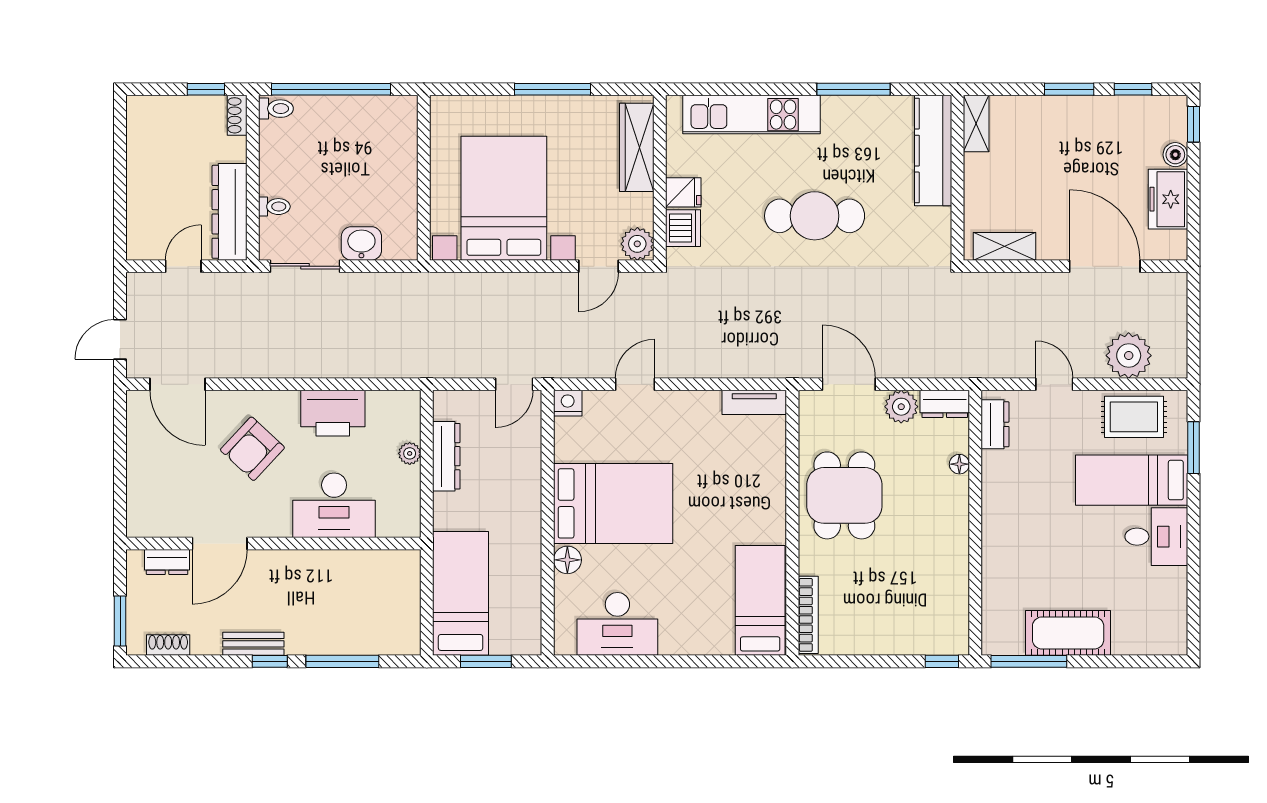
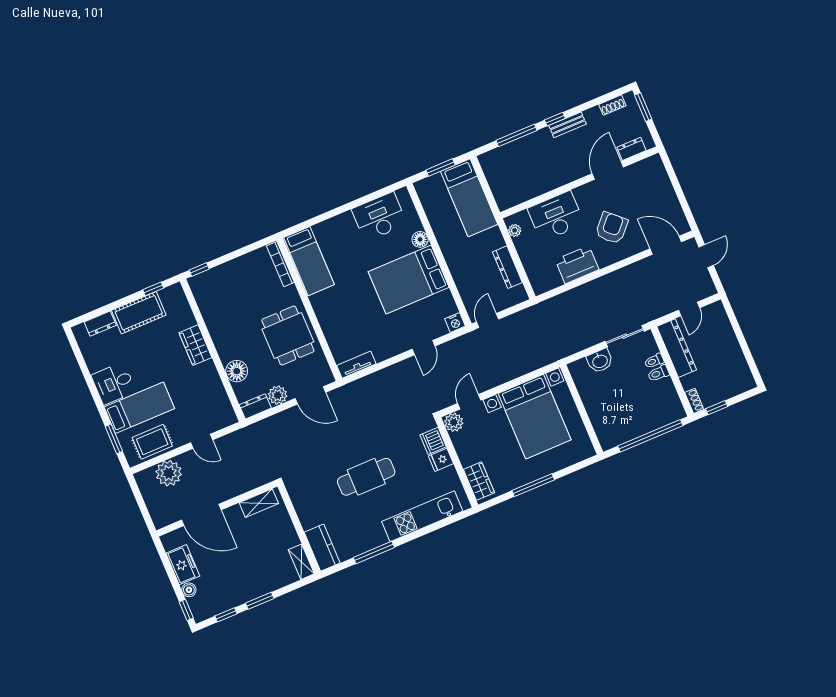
toilet: (276, 109) -> (658, 373), moved
wardrobe: (637, 147) -> (479, 481), width x0.67
kitchen counter: (933, 151) -> (322, 548), width x0.67
dresser: (995, 424) -> (100, 324), moved, turned -90
plant: (410, 453) -> (515, 230), moved
floor lamp: (959, 464) -> (237, 371), width x1.89, depth x1.89
wardrobe: (999, 543) -> (195, 345), added
window: (1029, 661) -> (153, 289), width x0.46

